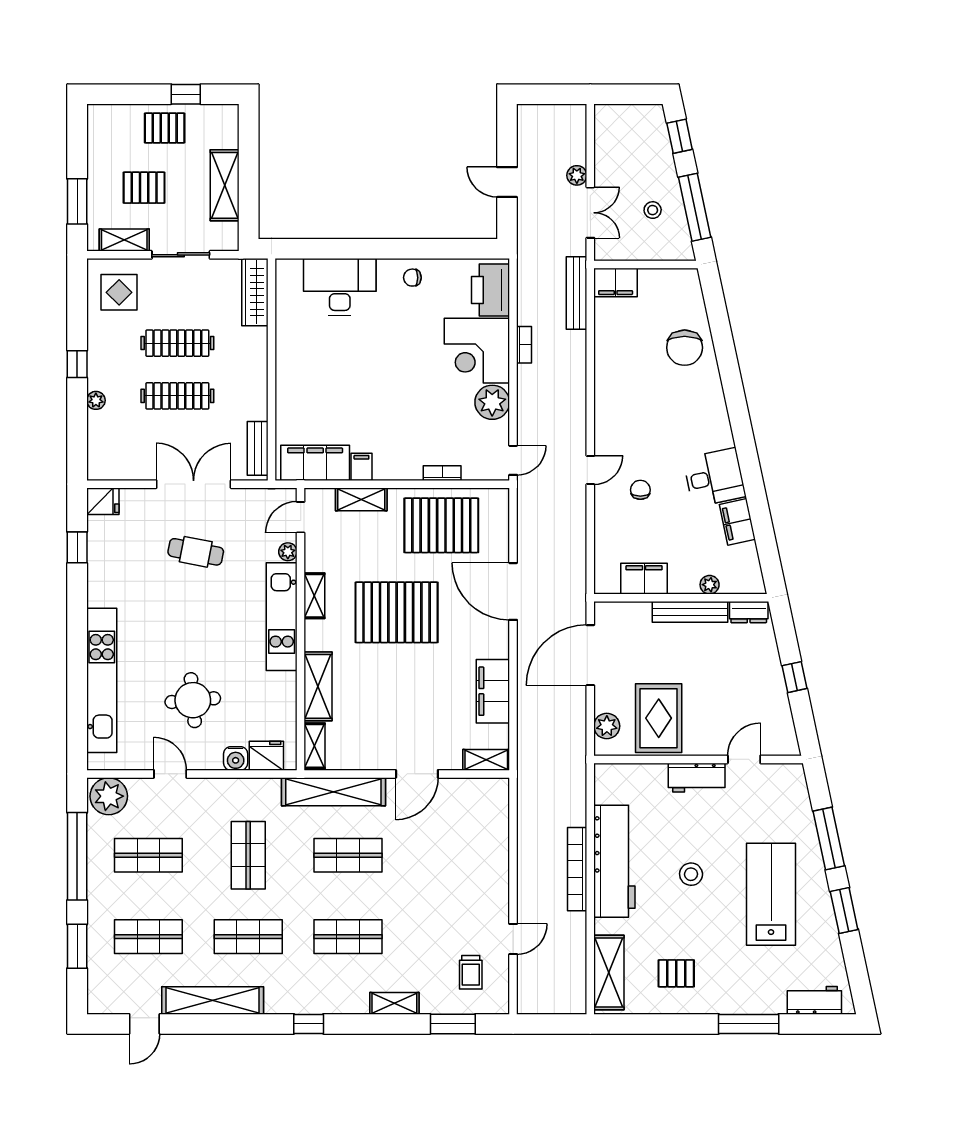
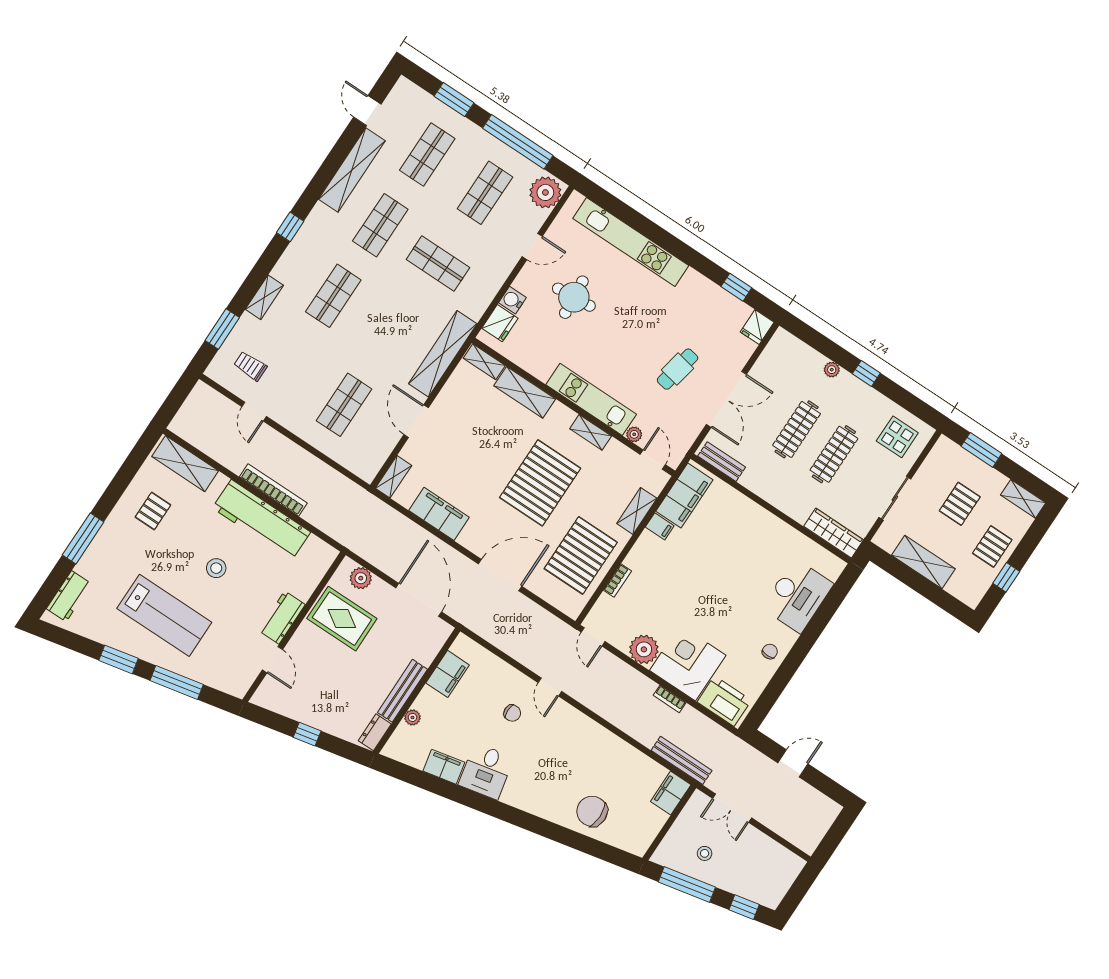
plant: (577, 175) -> (765, 816), removed
shelving: (124, 240) -> (1023, 499), moved, turned 90
shop shelf: (348, 855) -> (344, 405), moved

